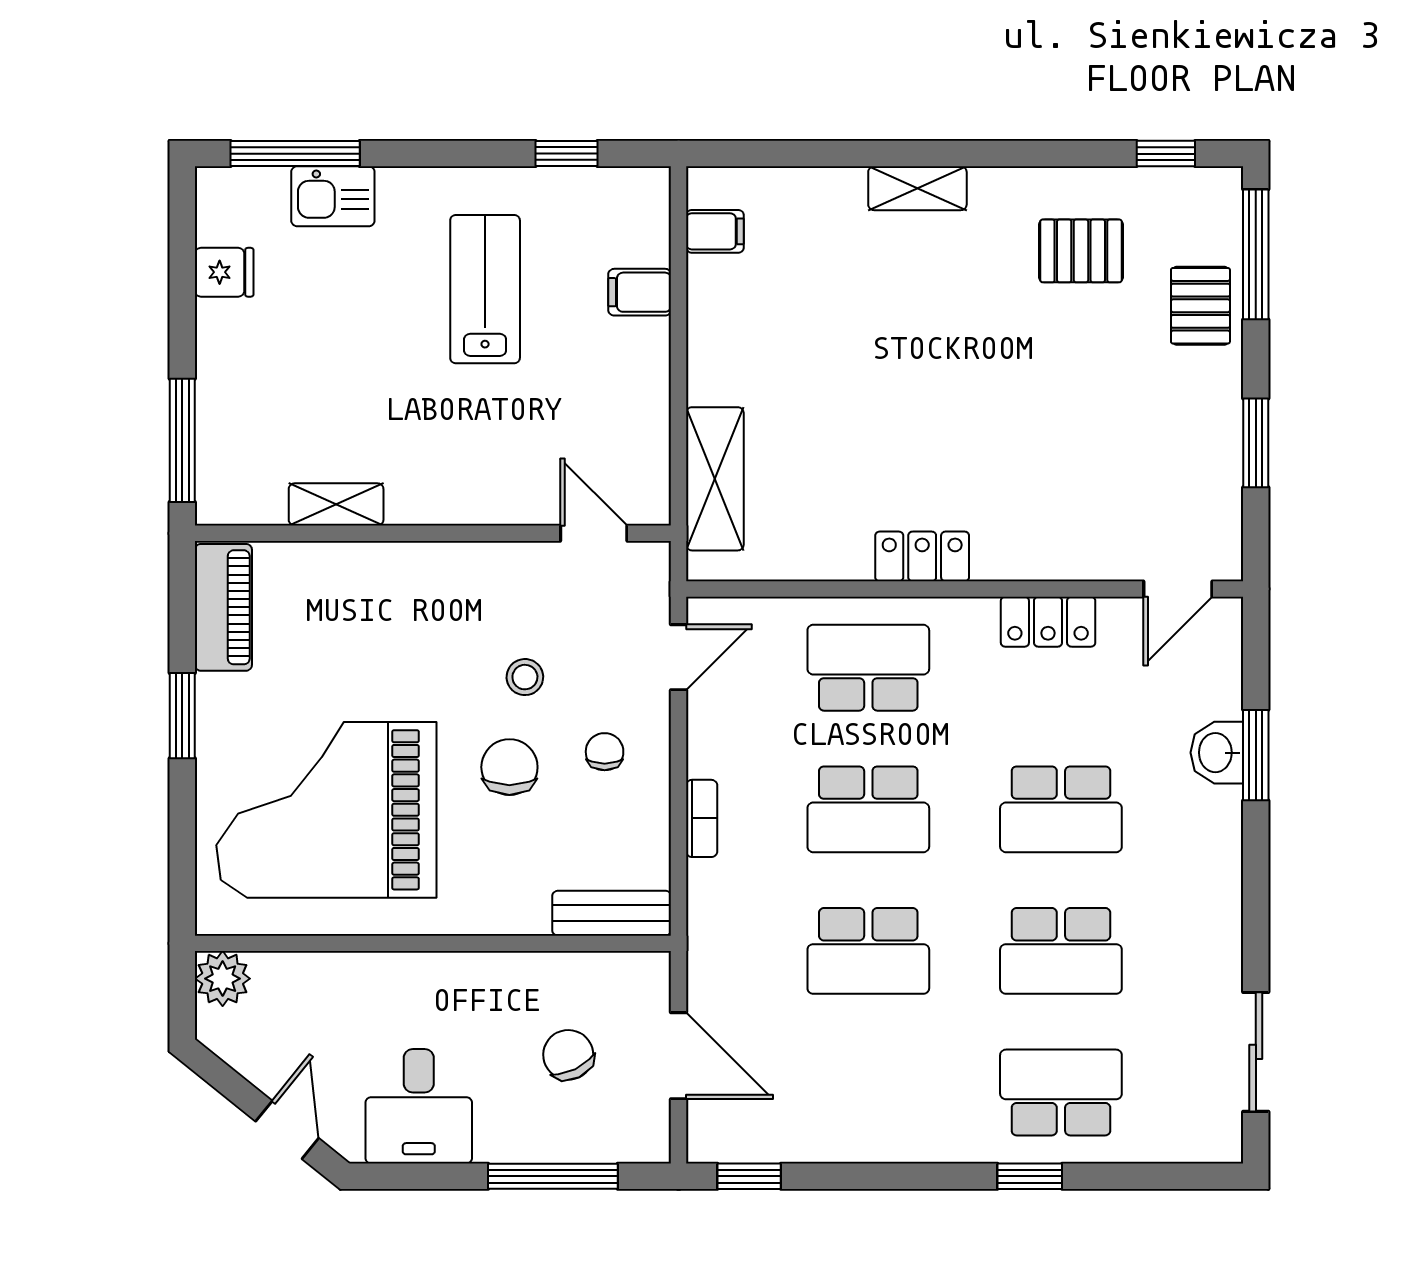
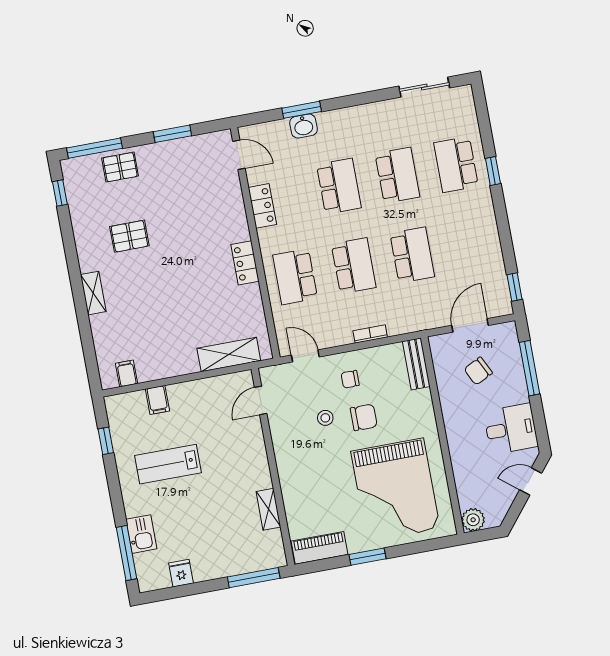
pallet: (1081, 251) -> (129, 236), moved, turned 90
chair: (509, 767) -> (364, 417), turned 180

